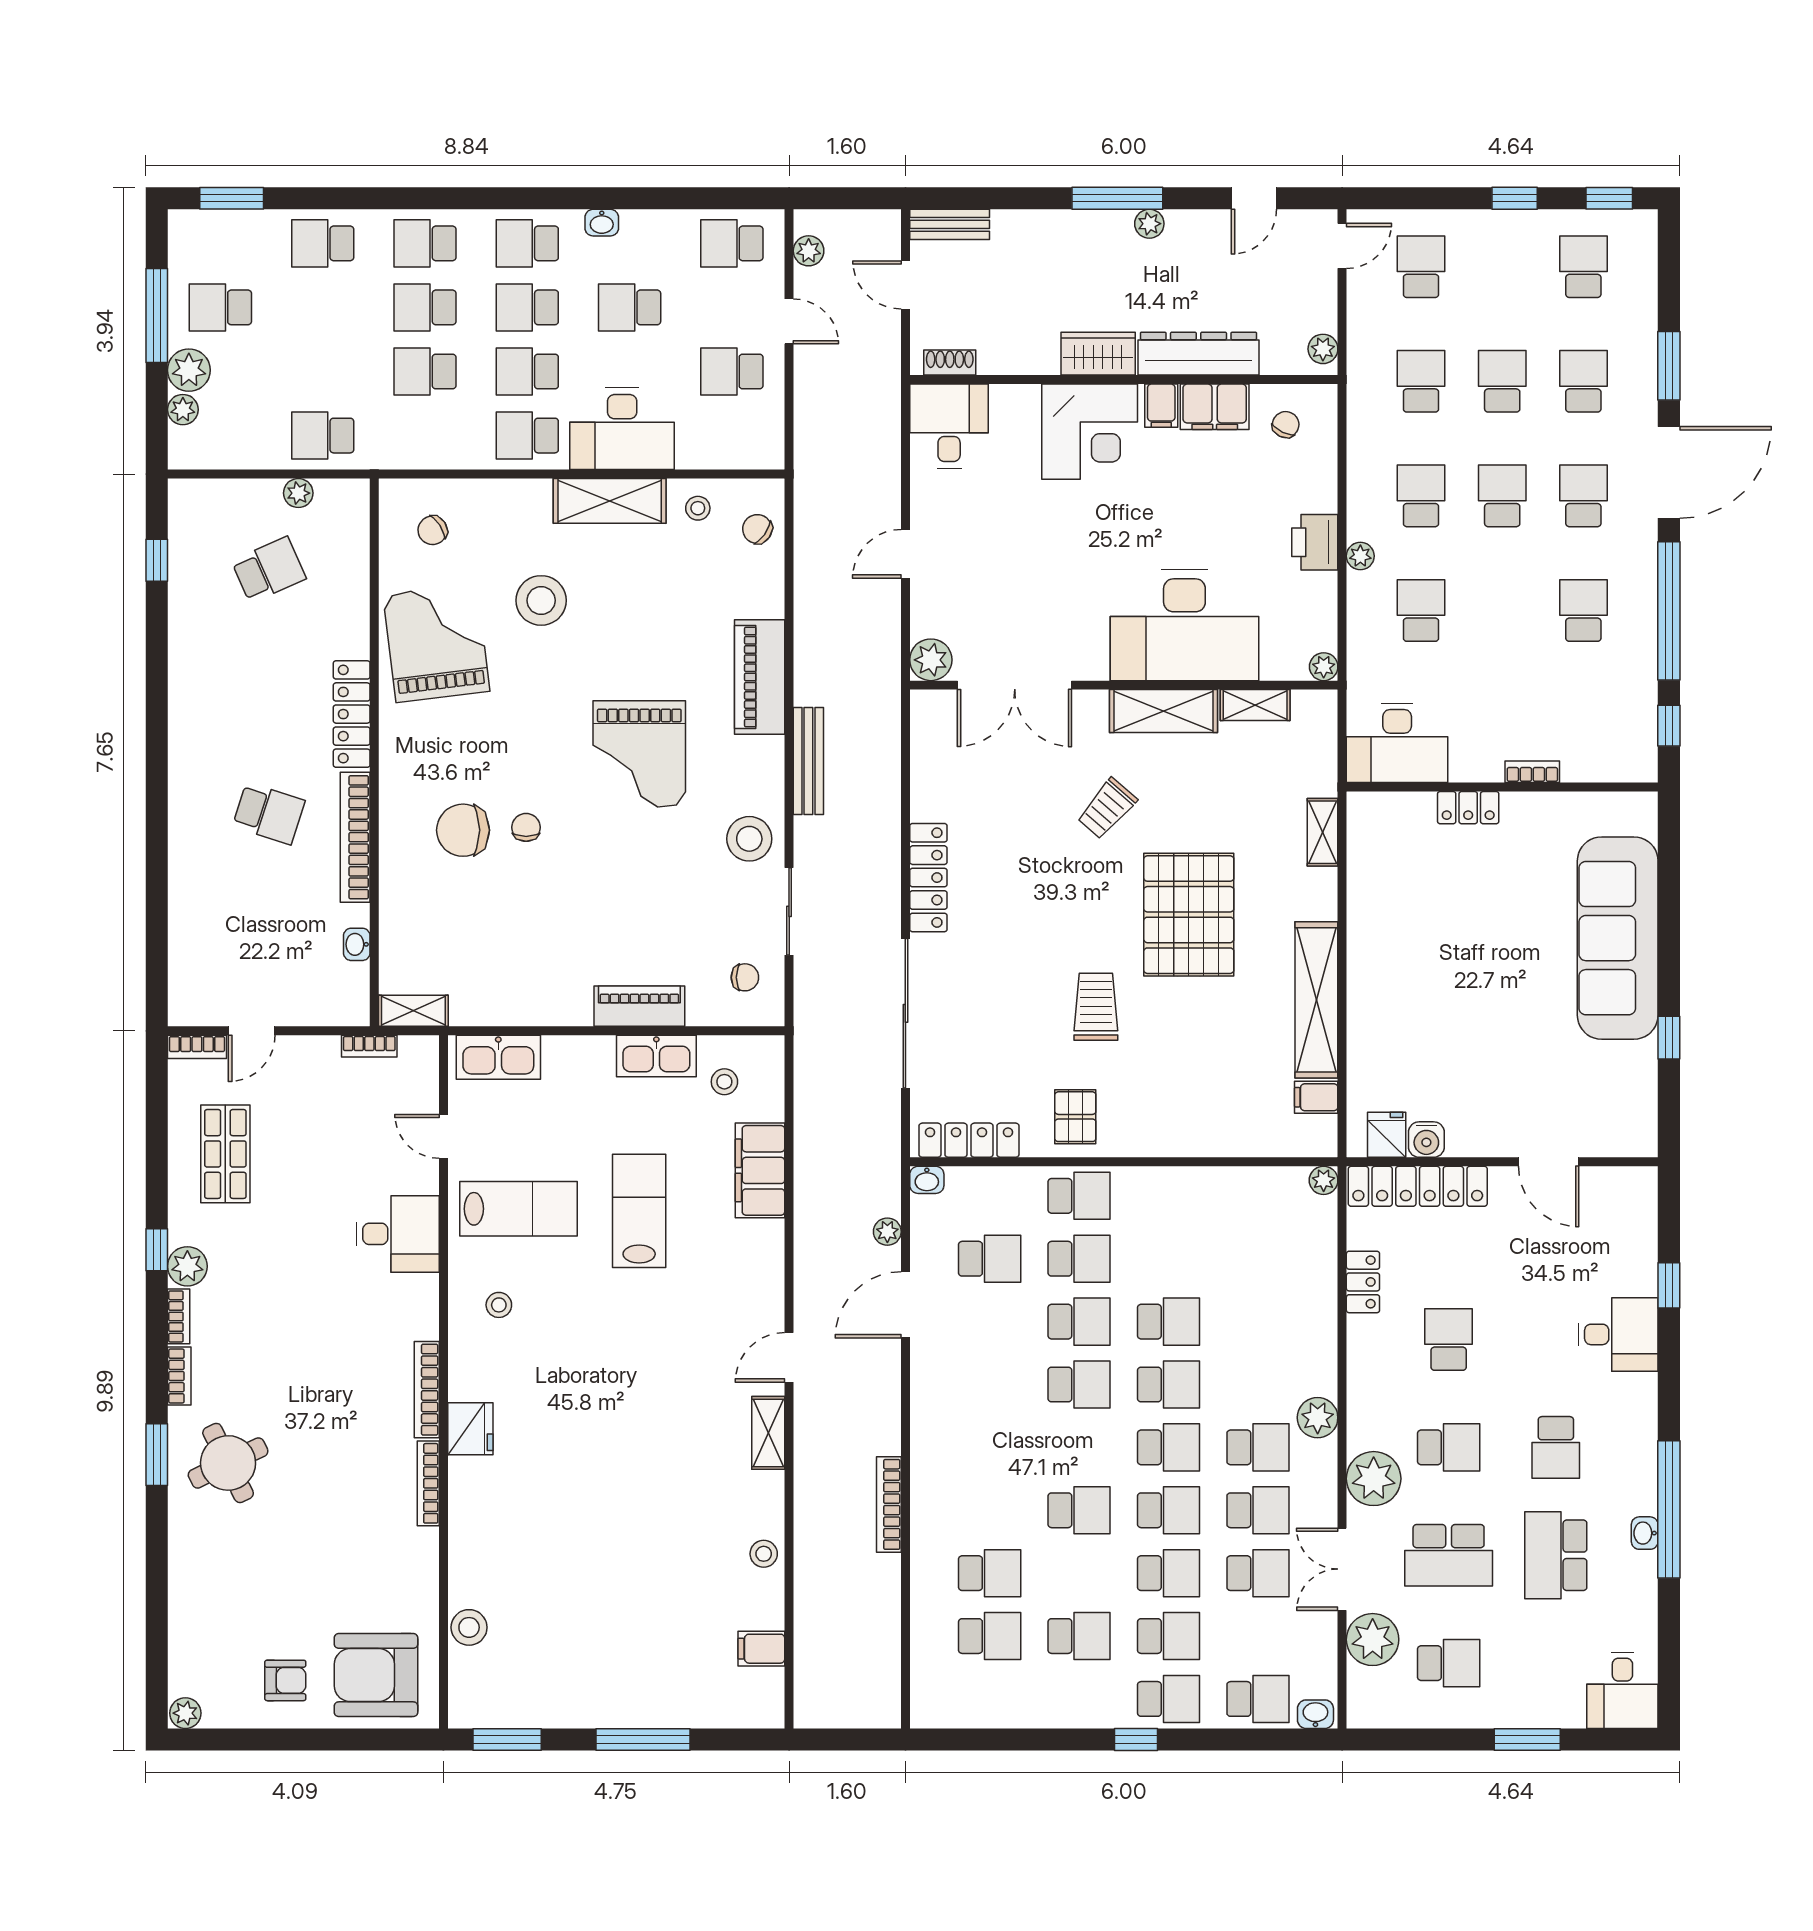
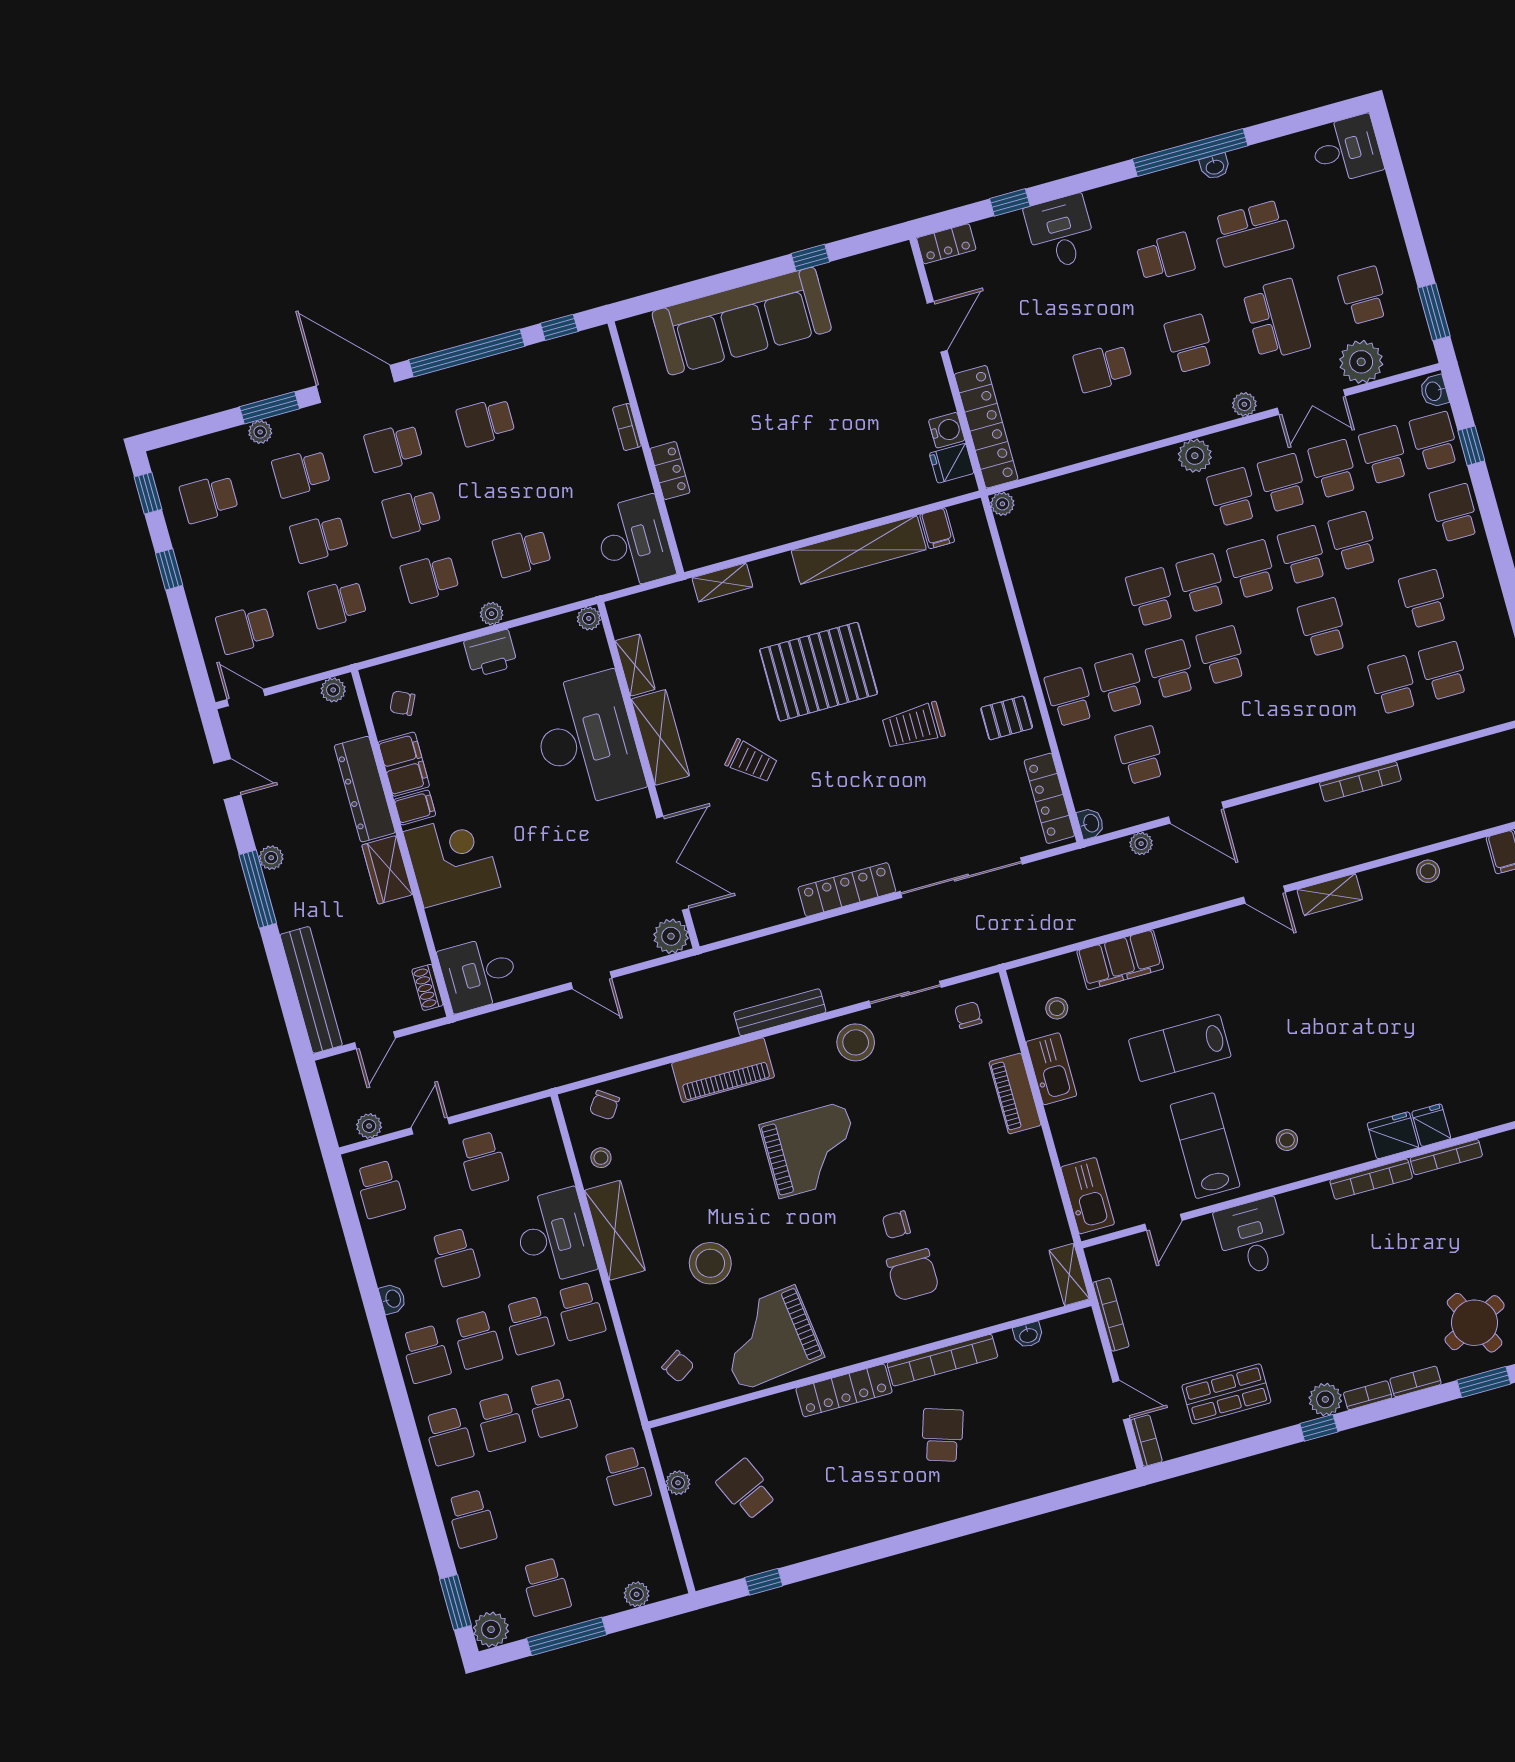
bench: (950, 224) -> (311, 990), width x1.86, depth x1.21
plant: (1644, 347) -> (260, 432), added
plant: (189, 370) -> (491, 1629), moved
bookcase: (369, 1046) -> (1111, 1315), width x1.56
locker: (1363, 1282) -> (946, 244), moved, turned 180
fridge: (470, 1476) -> (1431, 1125), added
plant: (1374, 1479) -> (1244, 404), width x0.53, depth x0.53
school desk: (1169, 1636) -> (1384, 455), moved
window: (1136, 1740) -> (1471, 446), moved
window: (1527, 1740) -> (1434, 312), moved

